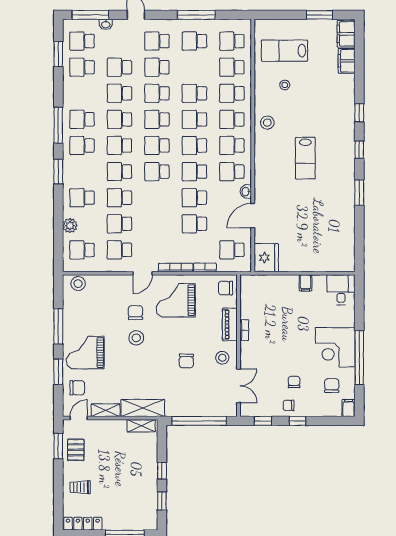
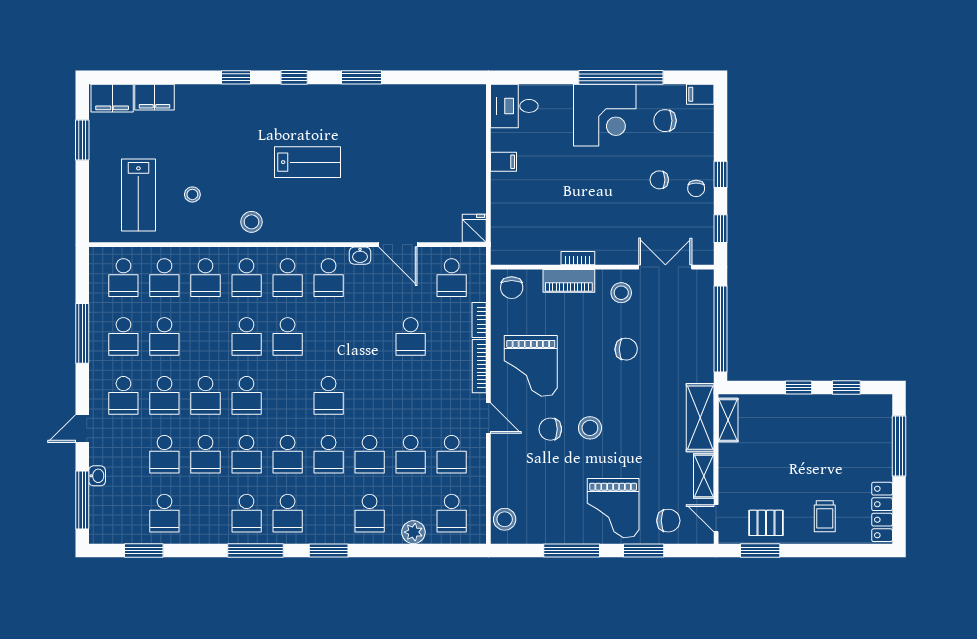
school desk: (82, 41) -> (123, 513), removed
school desk: (194, 93) -> (164, 336), moved
school desk: (157, 145) -> (288, 395), removed
school desk: (194, 172) -> (329, 336), removed
school desk: (194, 198) -> (370, 336), removed
fridge: (266, 258) -> (474, 228), width x0.53, depth x0.75
chair: (77, 388) -> (668, 521), turned 90

